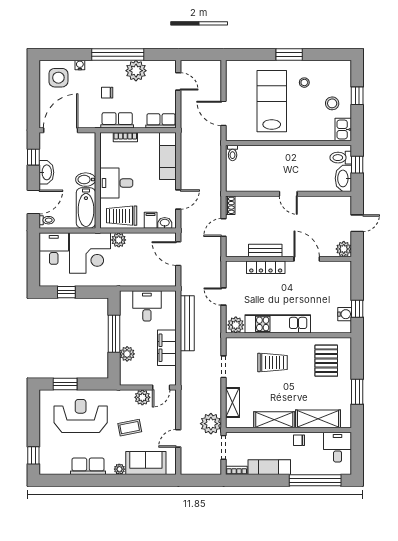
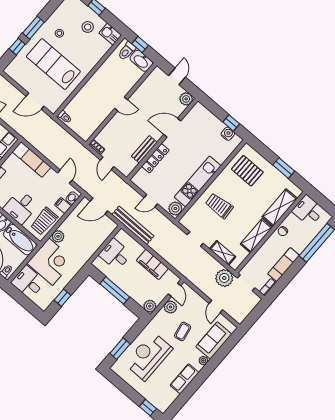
window: (259, 55) -> (17, 47), added
bench: (187, 323) -> (133, 225), moved
plant: (127, 354) -> (150, 306), moved
trolley: (272, 363) -> (219, 206), turned -94

